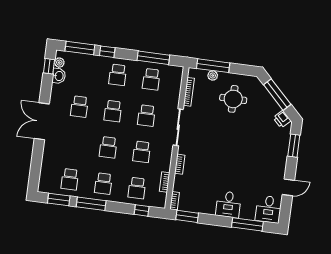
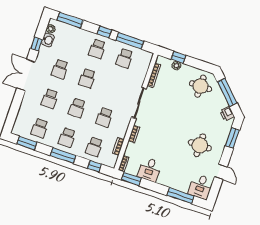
window: (107, 52) -> (104, 32), moved
window: (49, 66) -> (37, 44), moved
window: (213, 66) -> (178, 57), width x0.46
round table: (233, 99) -> (201, 86), moved
school desk: (146, 115) -> (50, 99), moved
round table: (258, 162) -> (200, 145), added
door: (288, 187) -> (221, 172), hinge flipped
window: (91, 204) -> (63, 155), moved
desk: (228, 204) -> (150, 169), moved

